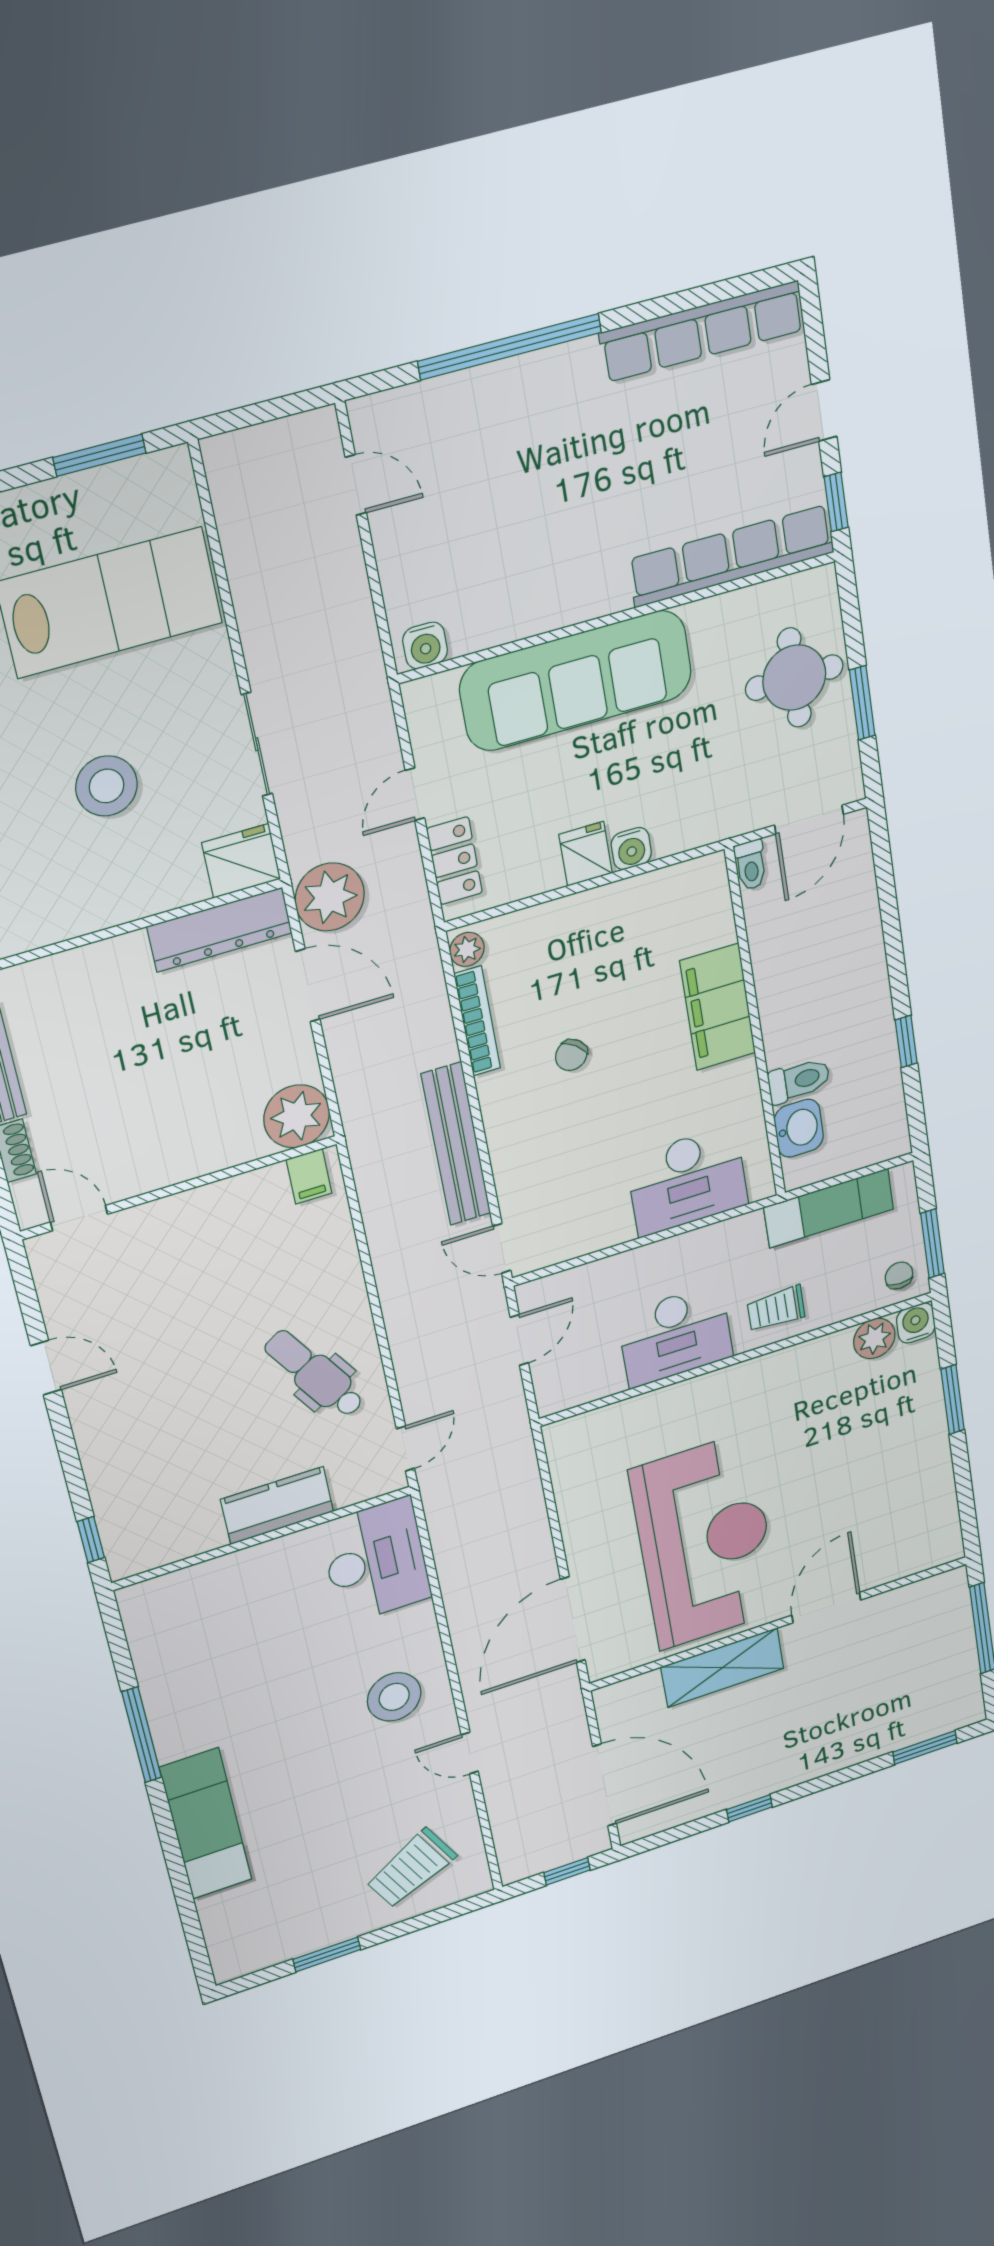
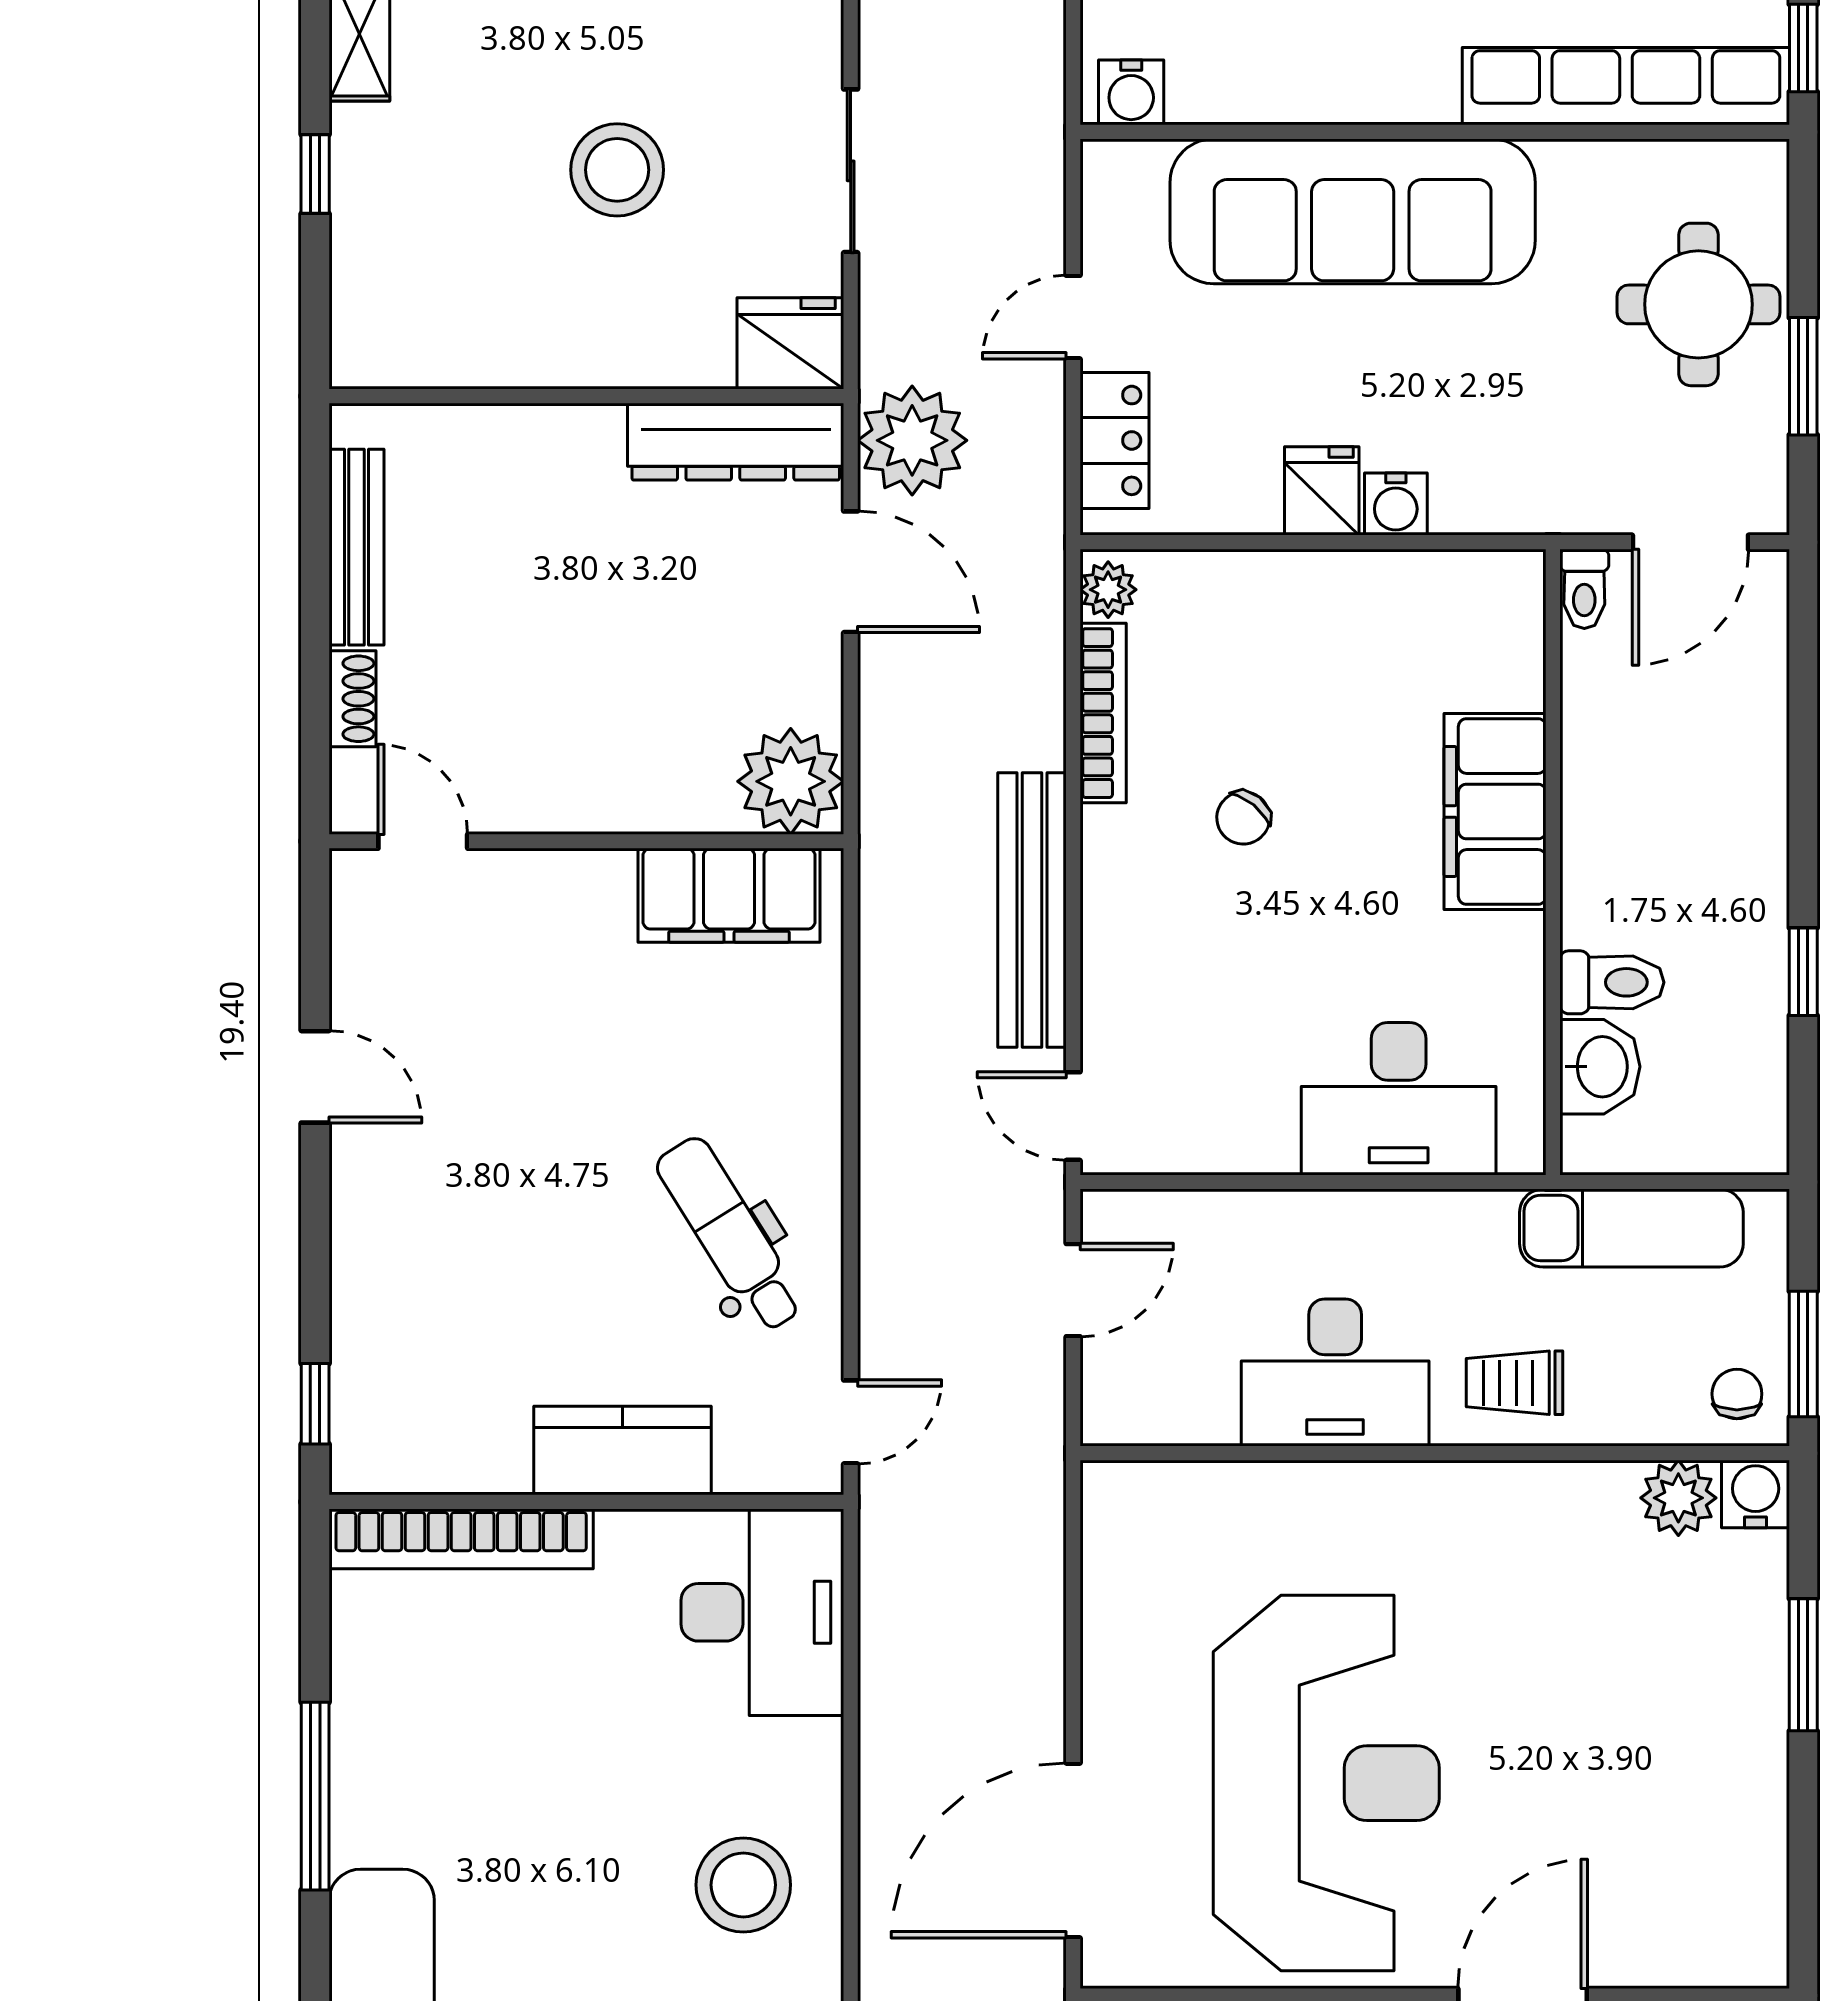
filing cabinet: (309, 1176) -> (729, 895), width x3.00, depth x1.17
bookcase: (194, 1580) -> (461, 1539), added

